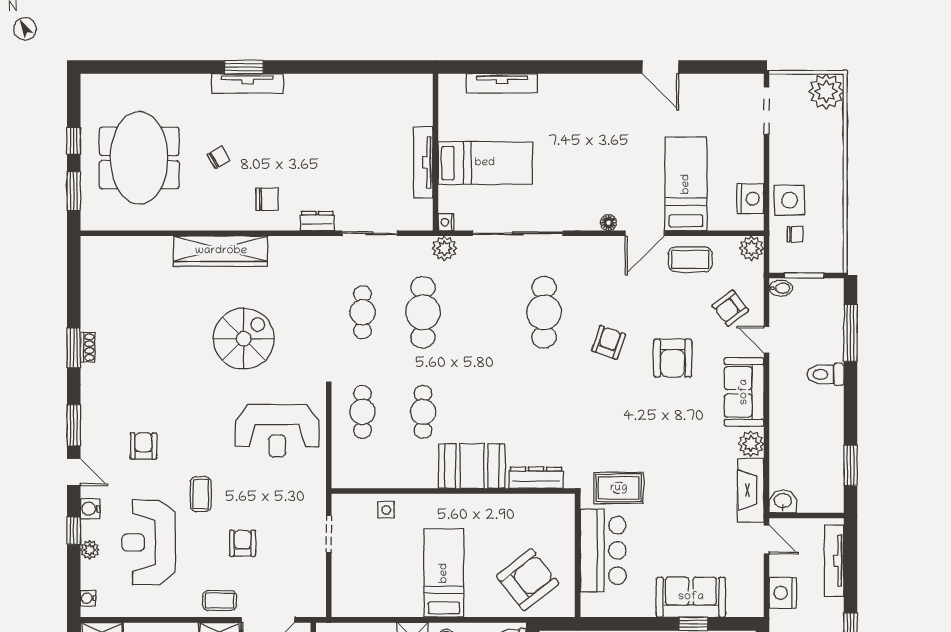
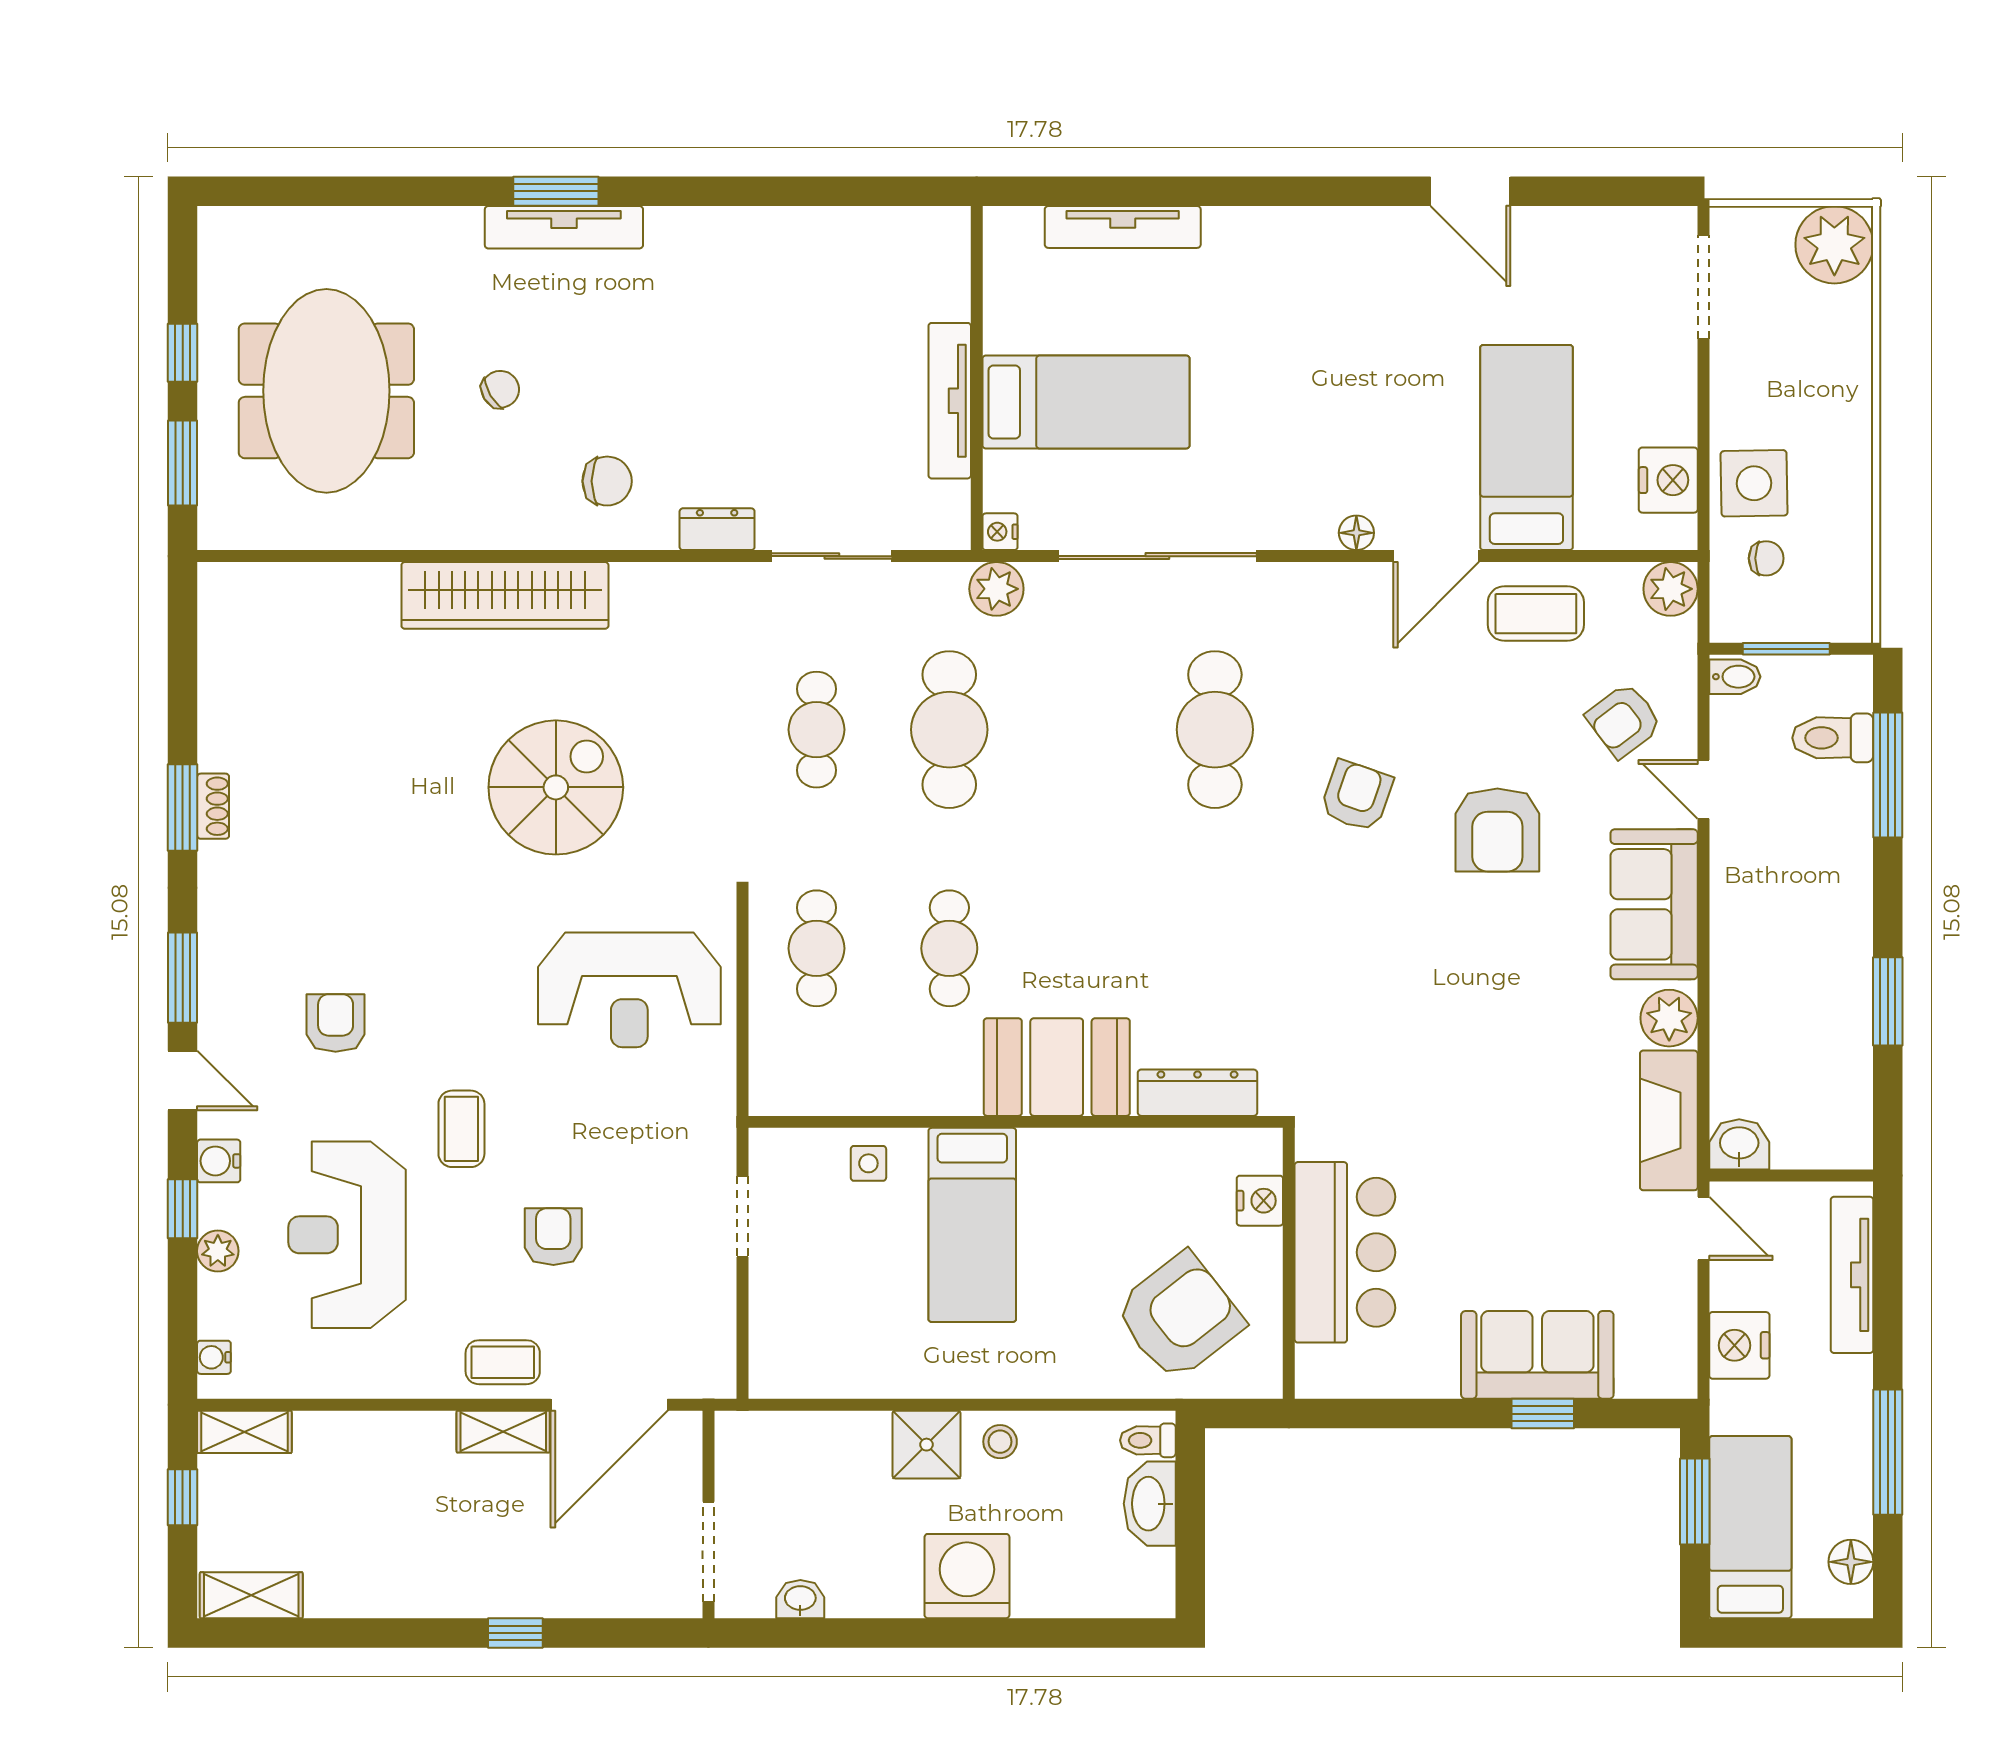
toilet: (825, 374) -> (1833, 738), moved
window: (850, 465) -> (1888, 1001), moved
rug: (619, 488) -> (1379, 1115), removed
nightstand: (564, 527) -> (1260, 1201), added
bed: (444, 573) -> (972, 1225), moved, turned 180

